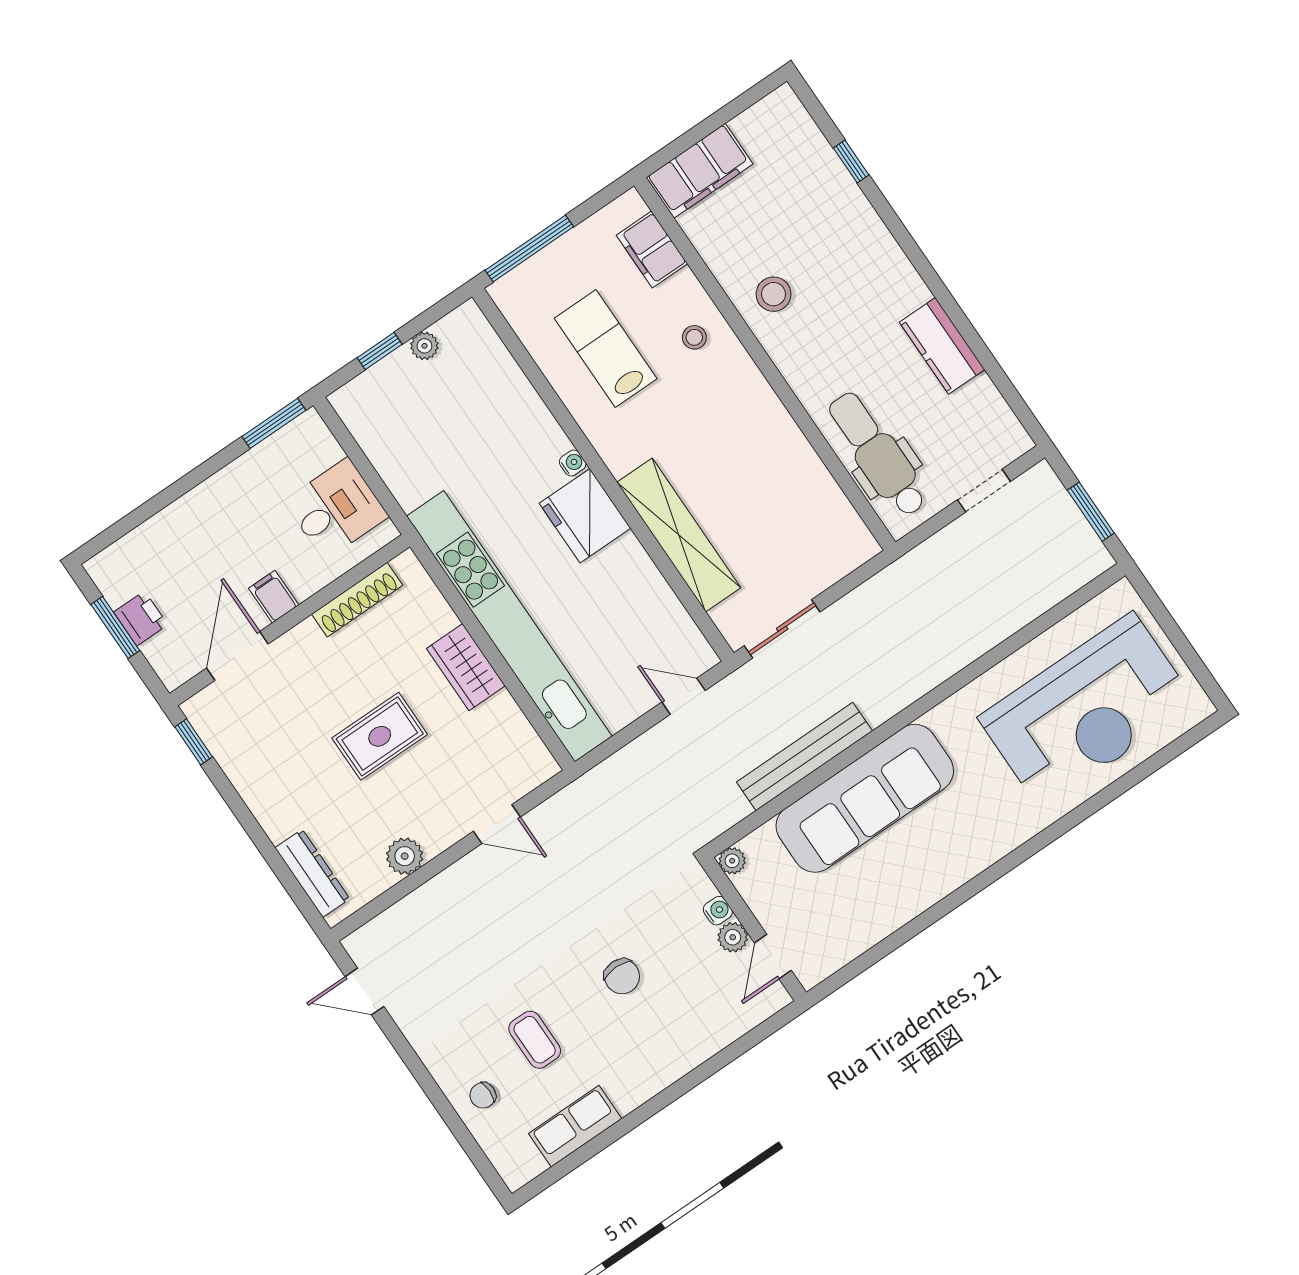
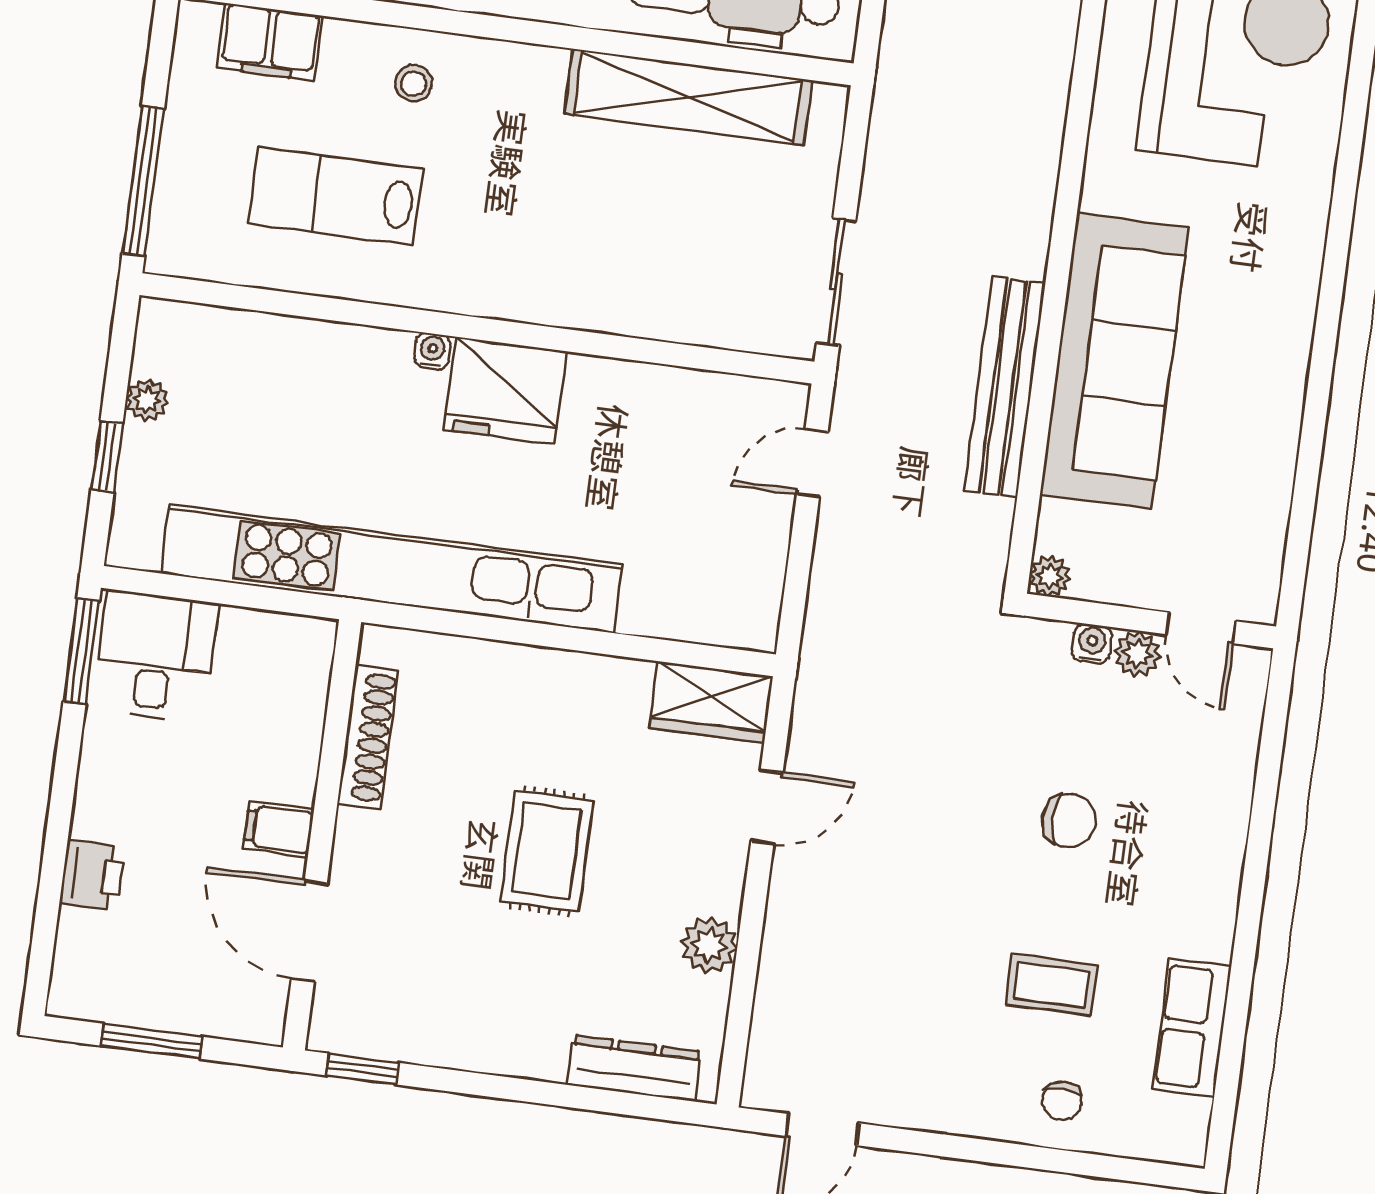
desk: (336, 509) -> (155, 656), moved
shelving: (679, 535) -> (688, 97), moved
printer: (141, 618) -> (92, 875), moved, turned 90
kitchen unit: (509, 626) -> (391, 569), moved
wardrobe: (466, 667) -> (711, 702), moved

